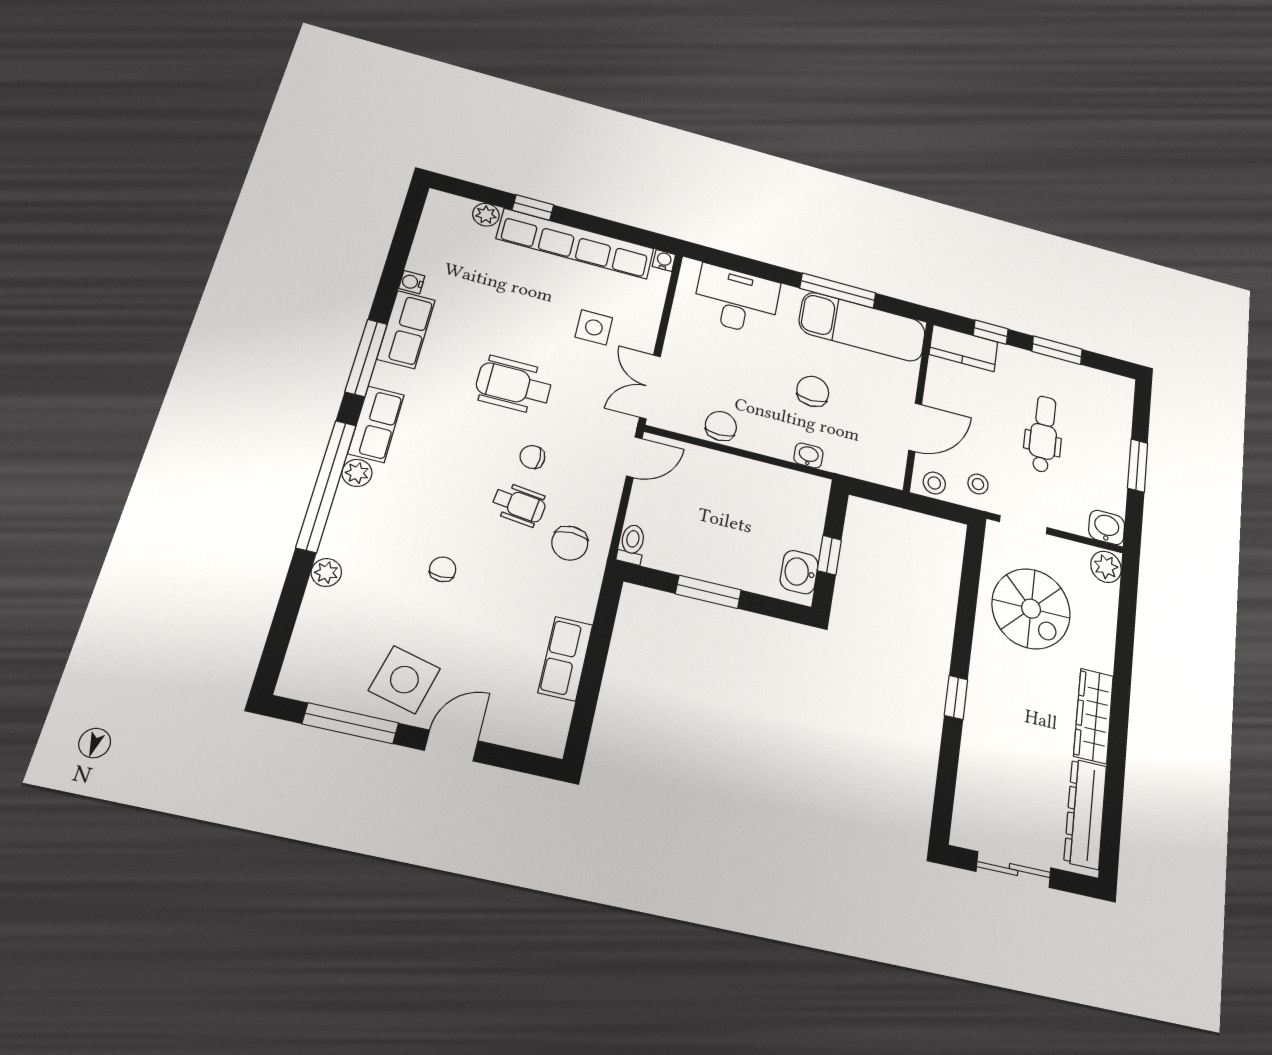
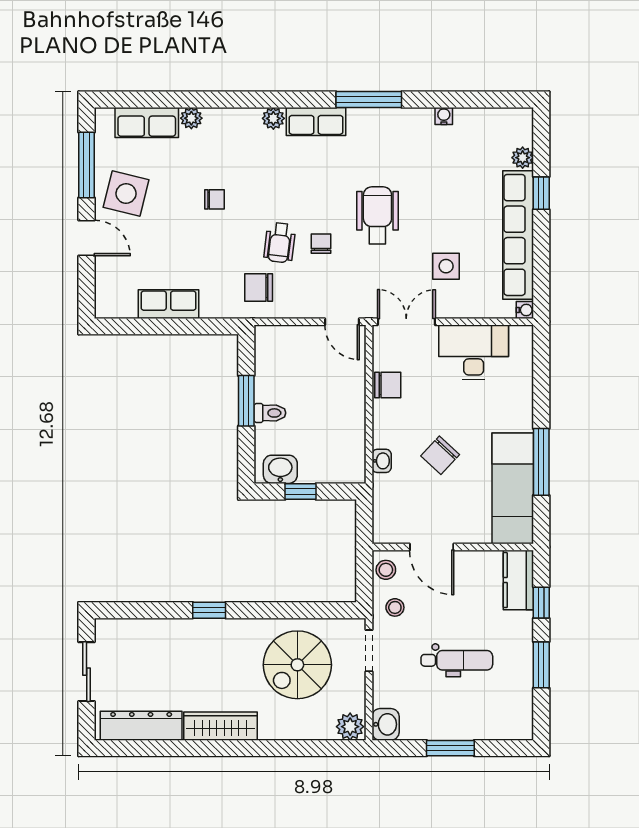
desk: (736, 300) -> (474, 352), moved, turned -90
row of seats: (406, 329) -> (147, 123), moved
chair: (813, 391) -> (440, 455), turned 133
window: (326, 486) -> (257, 100), removed
toilet: (632, 544) -> (270, 413), moved

